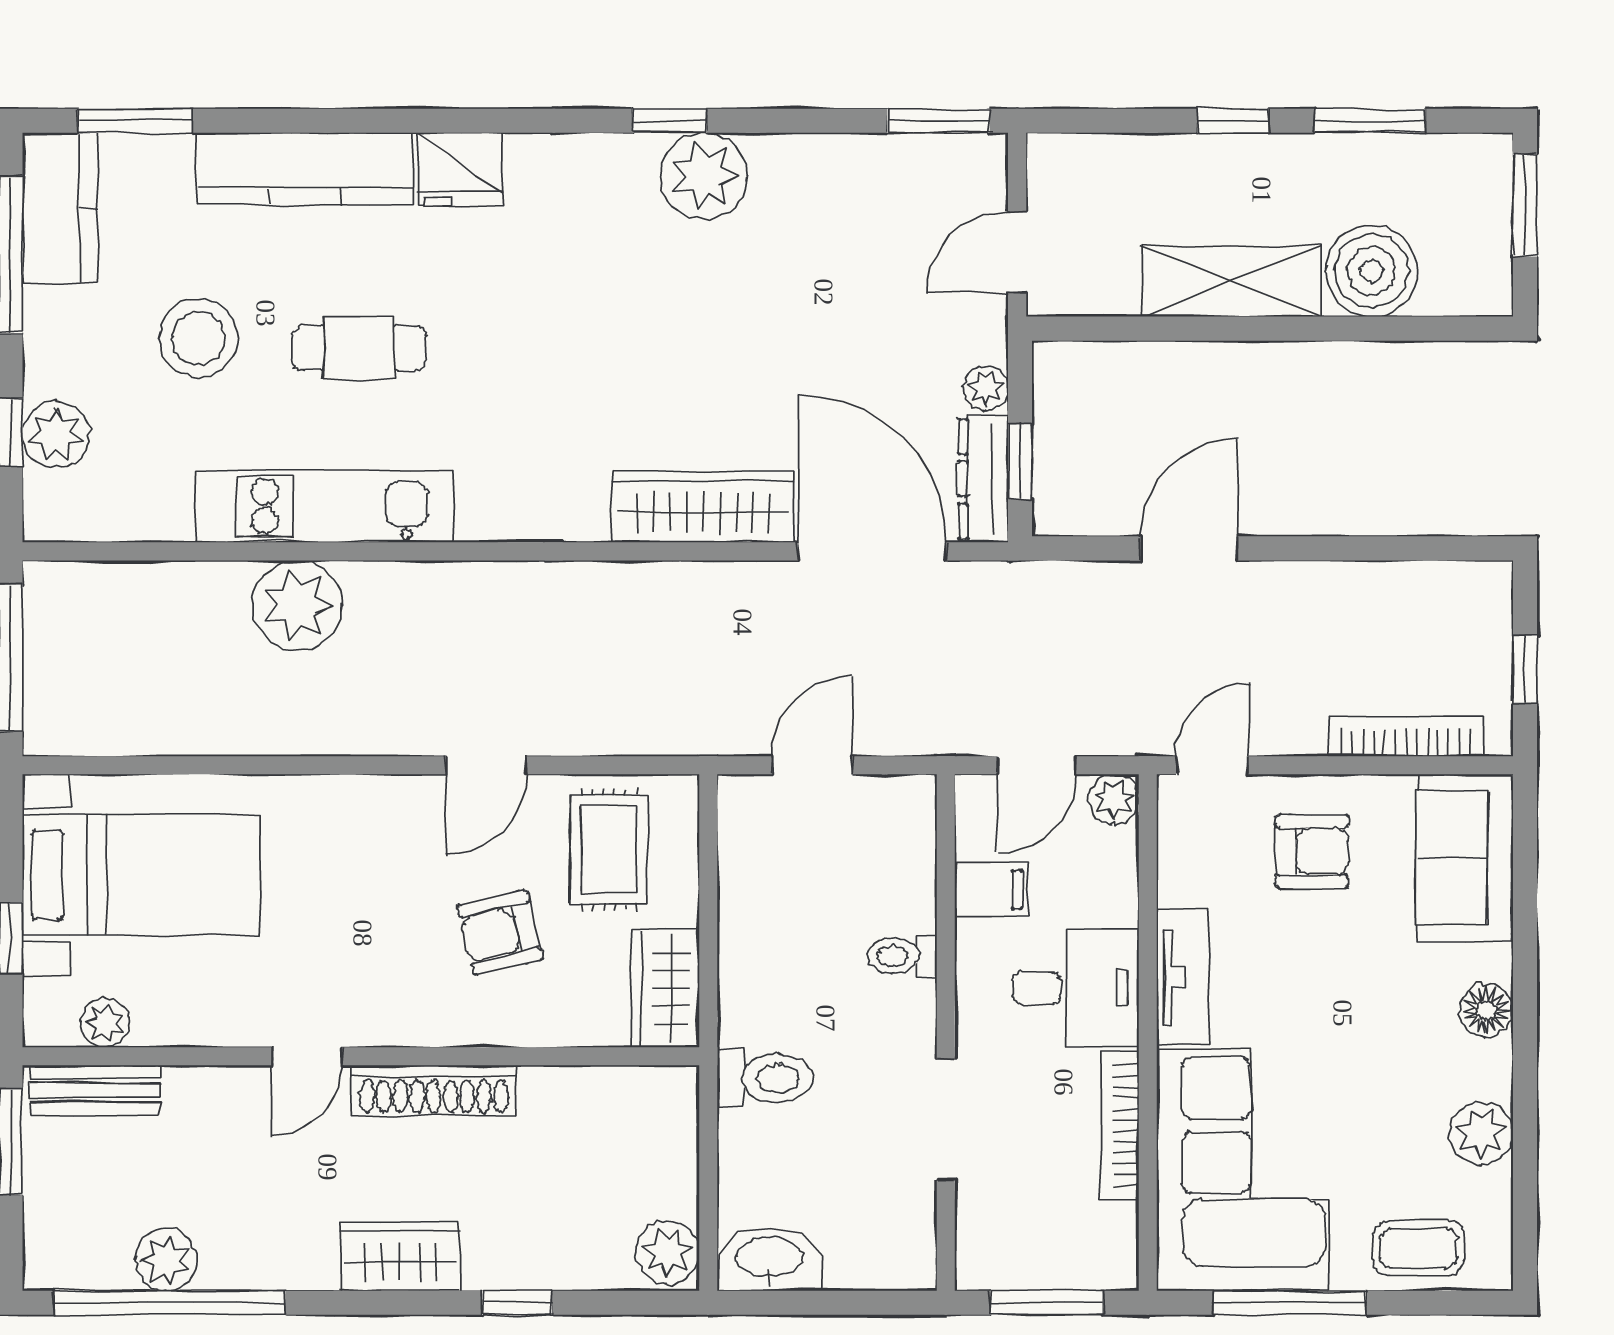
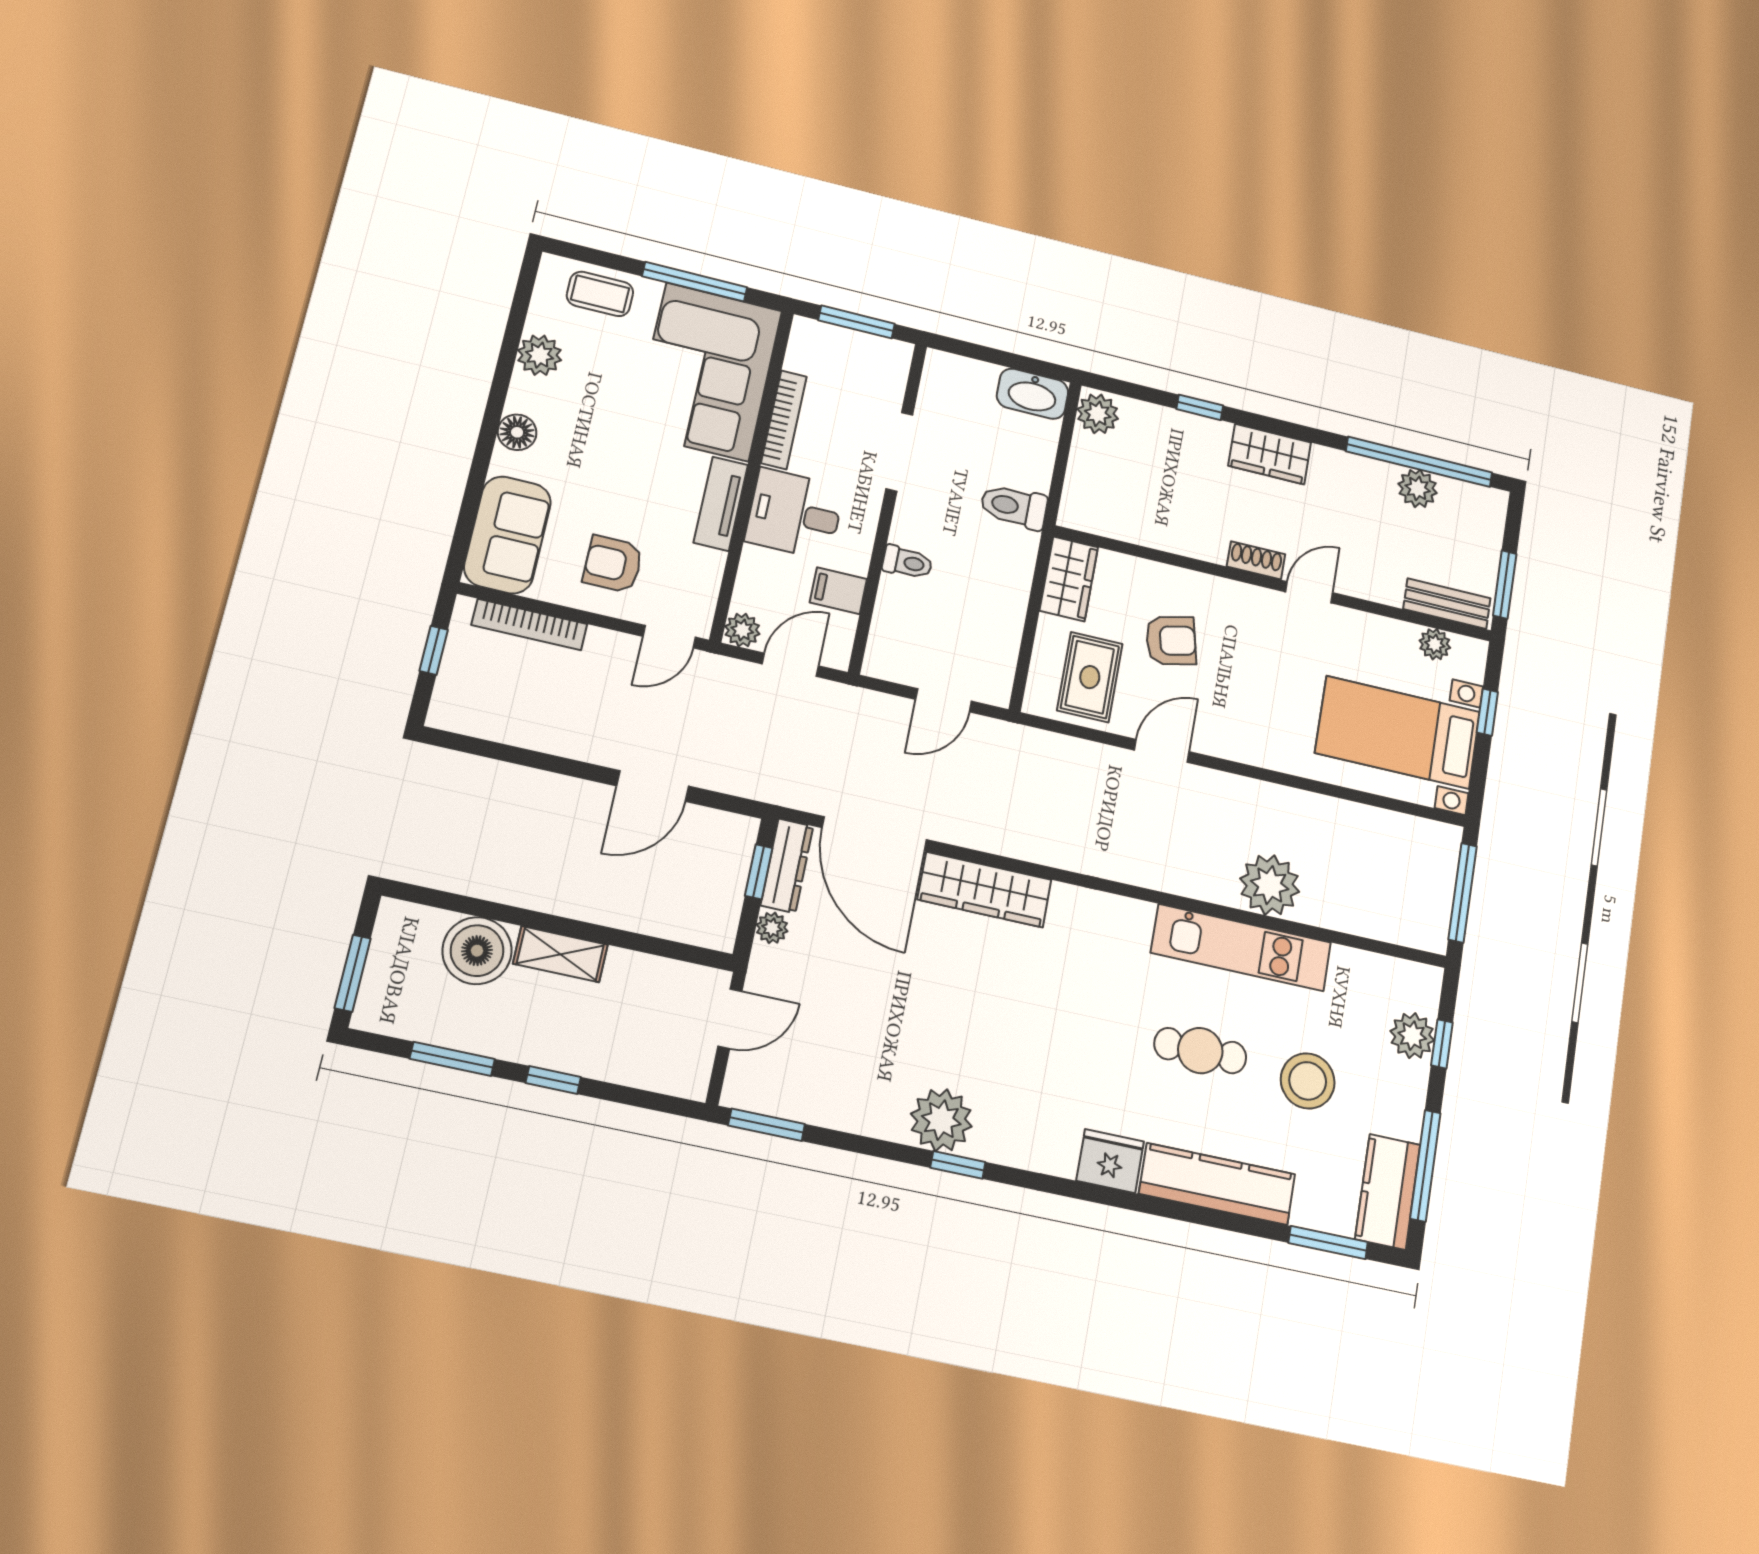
shelving: (1232, 281) -> (560, 954), width x0.67, depth x0.75
shoe rack: (434, 1090) -> (1256, 560), width x0.51, depth x0.81

